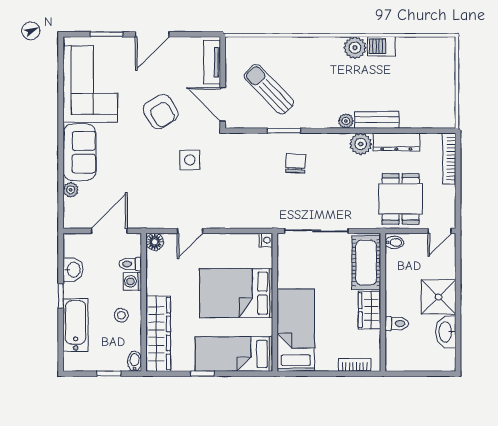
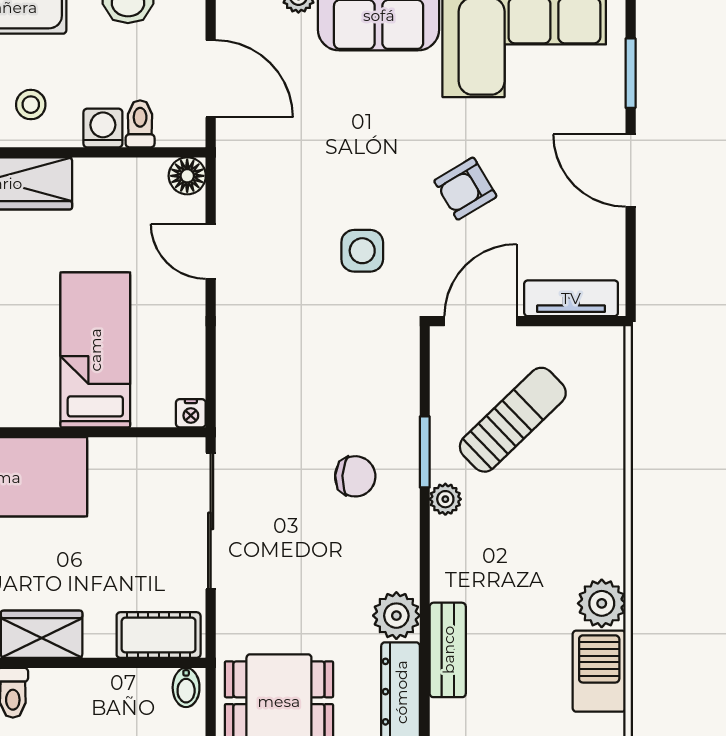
barbecue: (382, 46) -> (599, 671), width x1.38, depth x1.27
armchair: (161, 112) -> (465, 189), width x0.72, depth x0.72
plant: (346, 121) -> (445, 499), moved
cot: (366, 263) -> (159, 635), width x0.73, depth x0.75
bed: (236, 293) -> (95, 350), width x0.67

